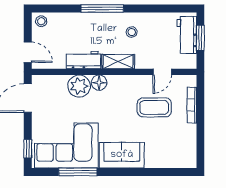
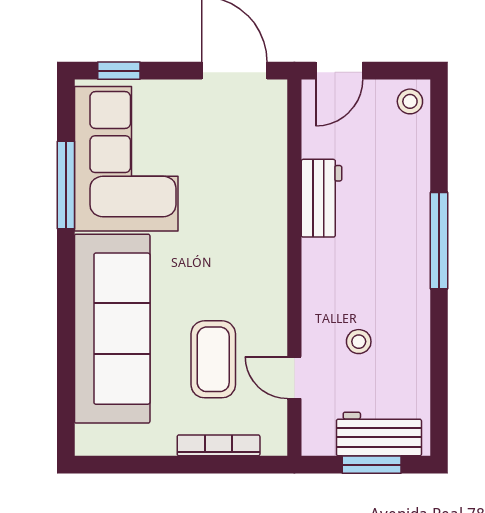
stool: (132, 32) -> (359, 342), moved
shelving: (118, 62) -> (318, 277), removed
floor lamp: (99, 83) -> (270, 233), removed
plant: (79, 86) -> (262, 188), removed
sofa: (122, 155) -> (112, 329), width x1.85, depth x1.27

